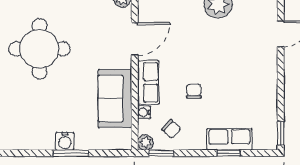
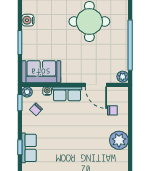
chair: (194, 91) -> (112, 110), moved
sofa: (115, 98) -> (41, 72), moved
water cooler: (65, 141) -> (28, 20), moved

